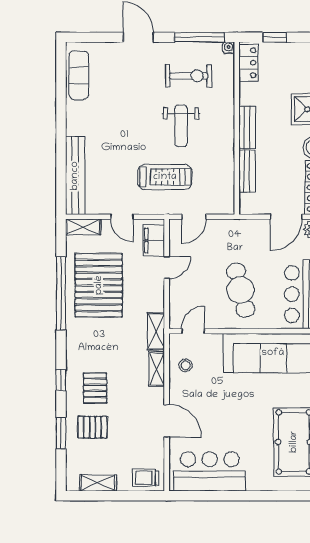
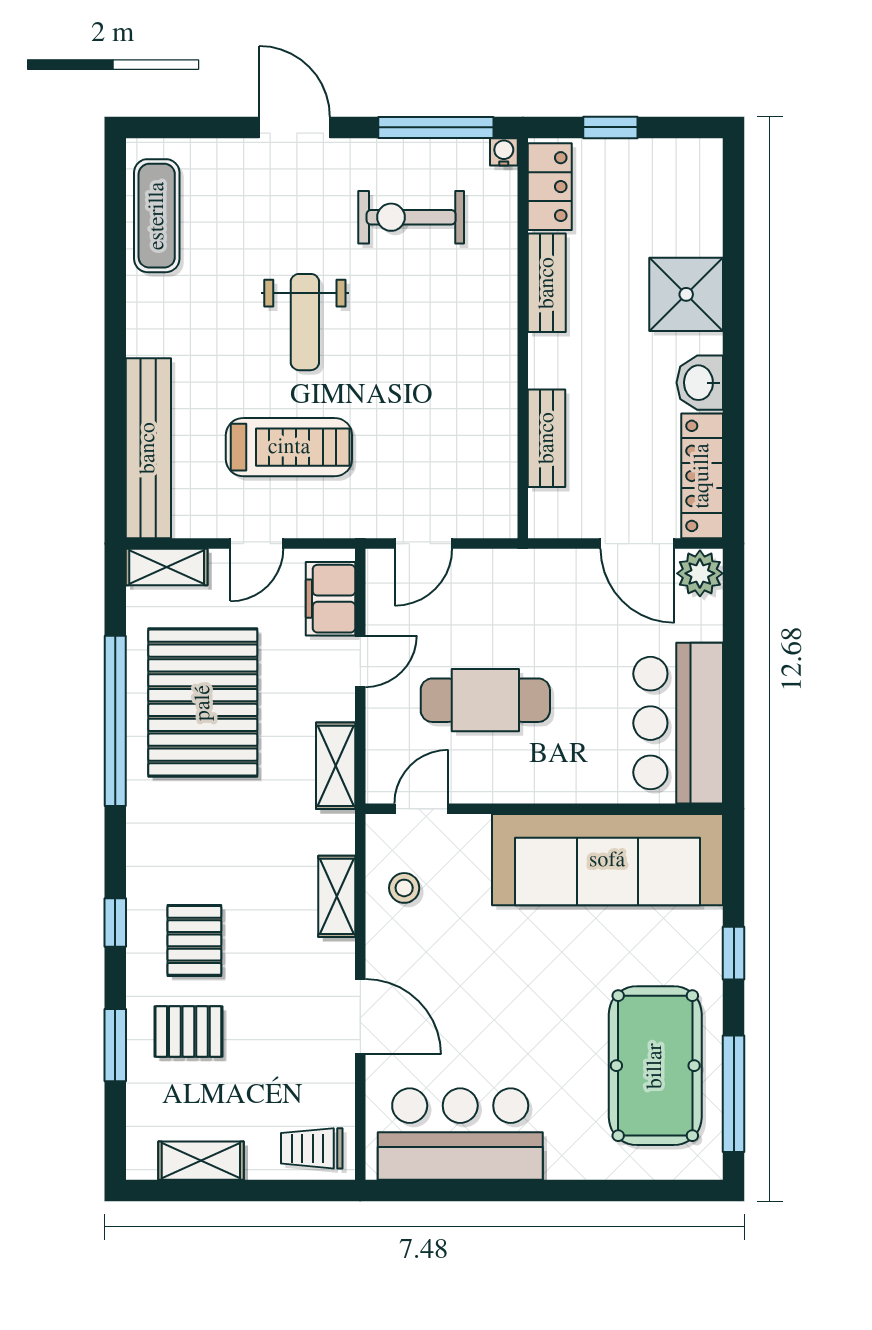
exercise bike: (189, 76) -> (411, 217), turned 180
weight bench: (181, 126) -> (305, 322), moved
bench: (247, 127) -> (547, 283), moved
treadmill: (165, 177) -> (289, 447), moved
door: (122, 217) -> (257, 544), hinge flipped
door: (286, 217) -> (637, 544), hinge flipped
cafe table: (241, 290) -> (485, 700), moved, turned -76
shelving: (156, 331) -> (336, 766), moved

